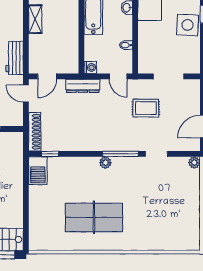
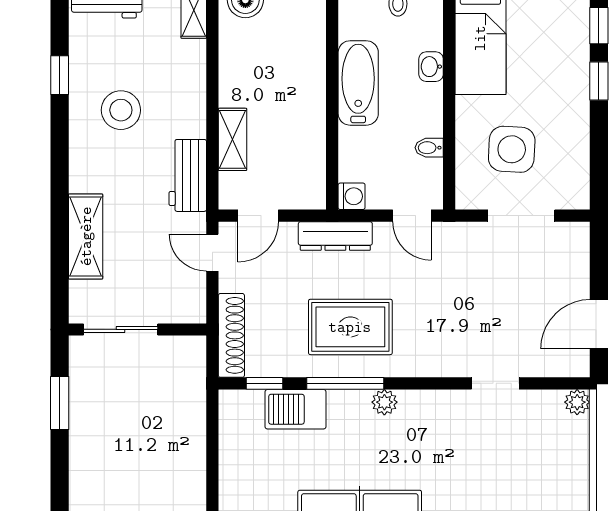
shelving: (35, 19) -> (232, 139), moved
side table: (188, 25) -> (512, 149), moved
rug: (146, 108) -> (350, 327), moved, width x1.36, depth x1.43
window: (120, 154) -> (345, 383), moved
barbecue: (38, 171) -> (296, 409), moved, turned 90

